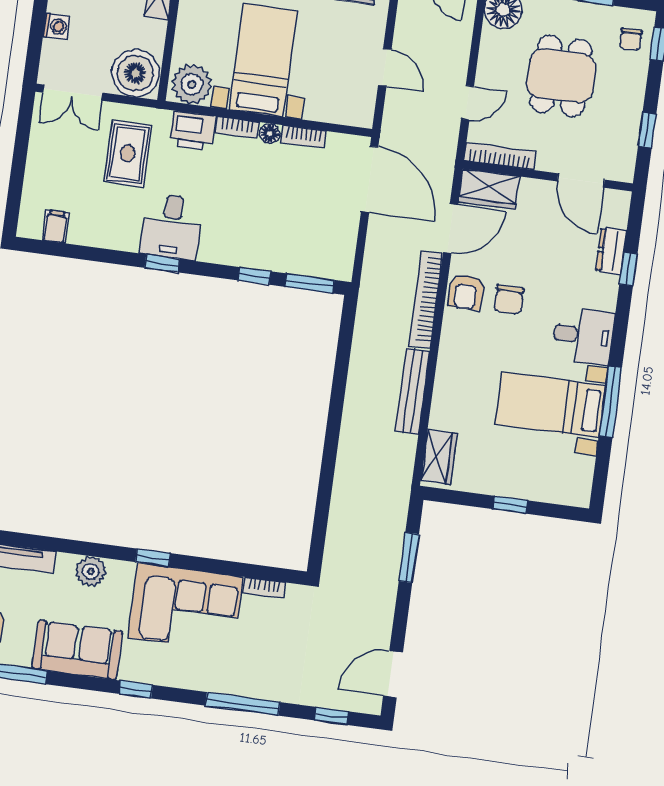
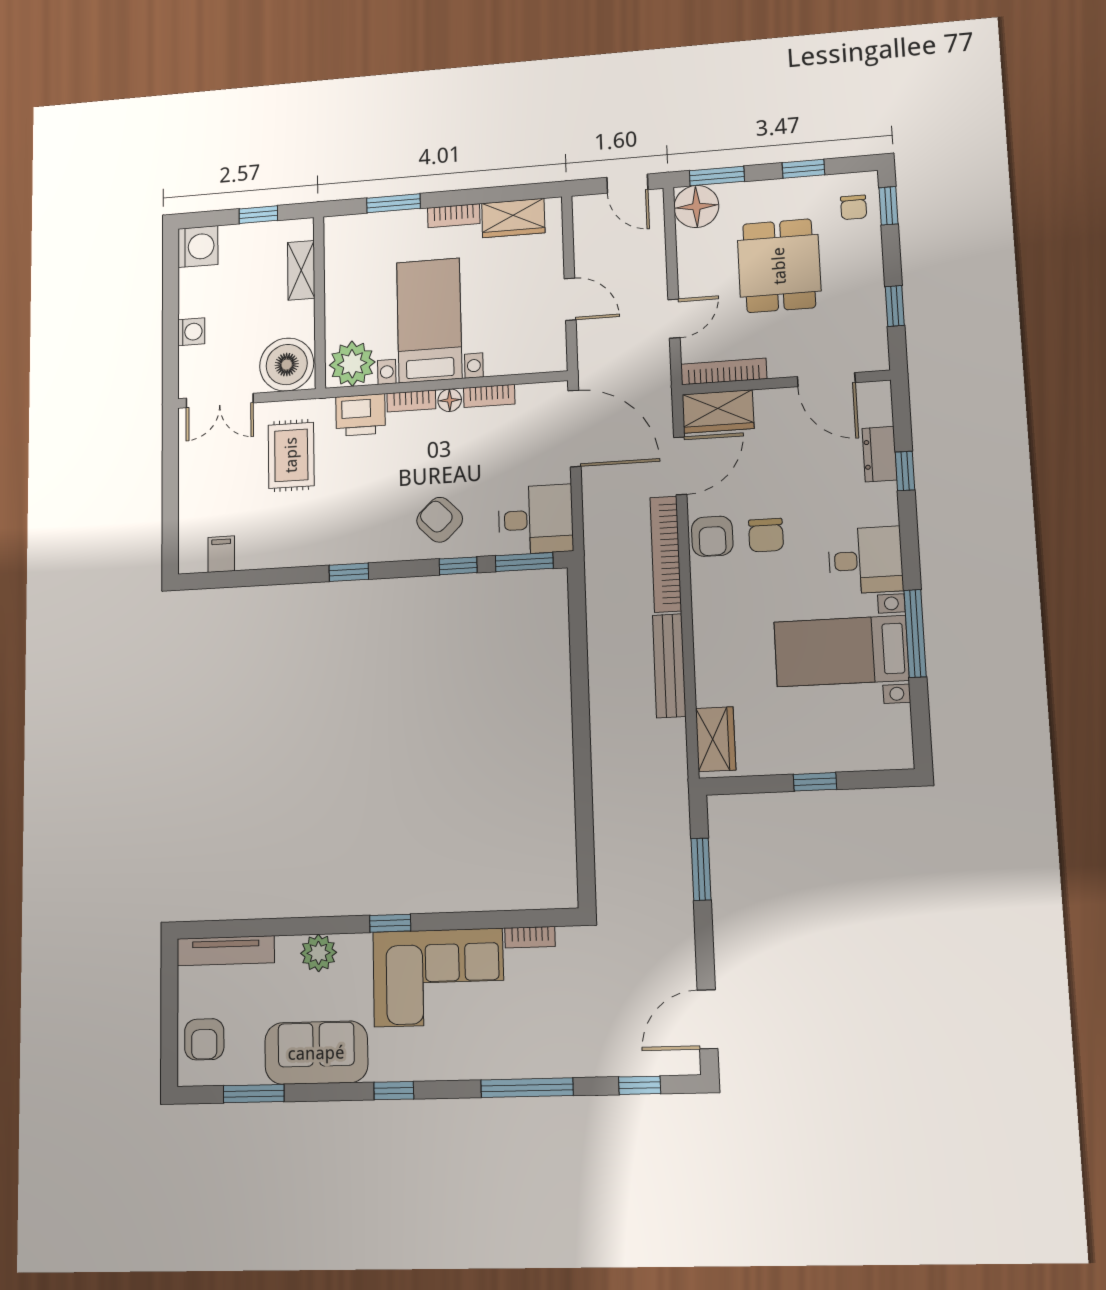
desk: (171, 227) -> (536, 519), moved, turned -90
armchair: (245, 234) -> (440, 520), added

